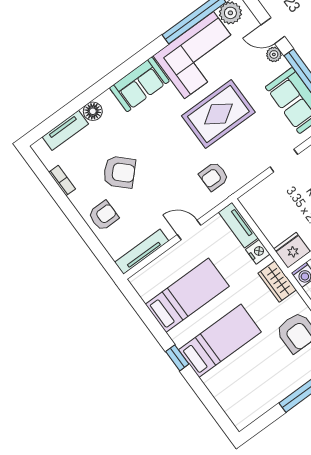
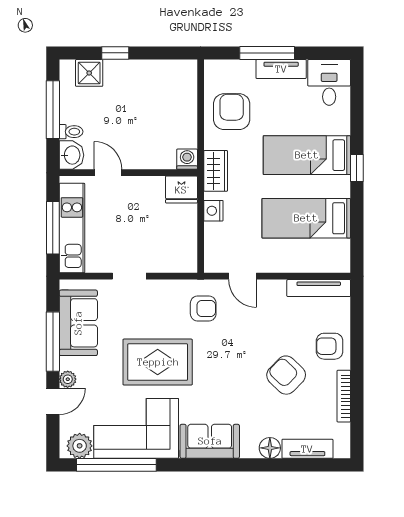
door: (273, 31) -> (53, 401), hinge flipped
bookcase: (62, 181) -> (344, 396), width x1.56
tv unit: (238, 225) -> (281, 69), moved, turned 90
door: (189, 230) -> (243, 276), moved
desk: (242, 405) -> (329, 82), added

